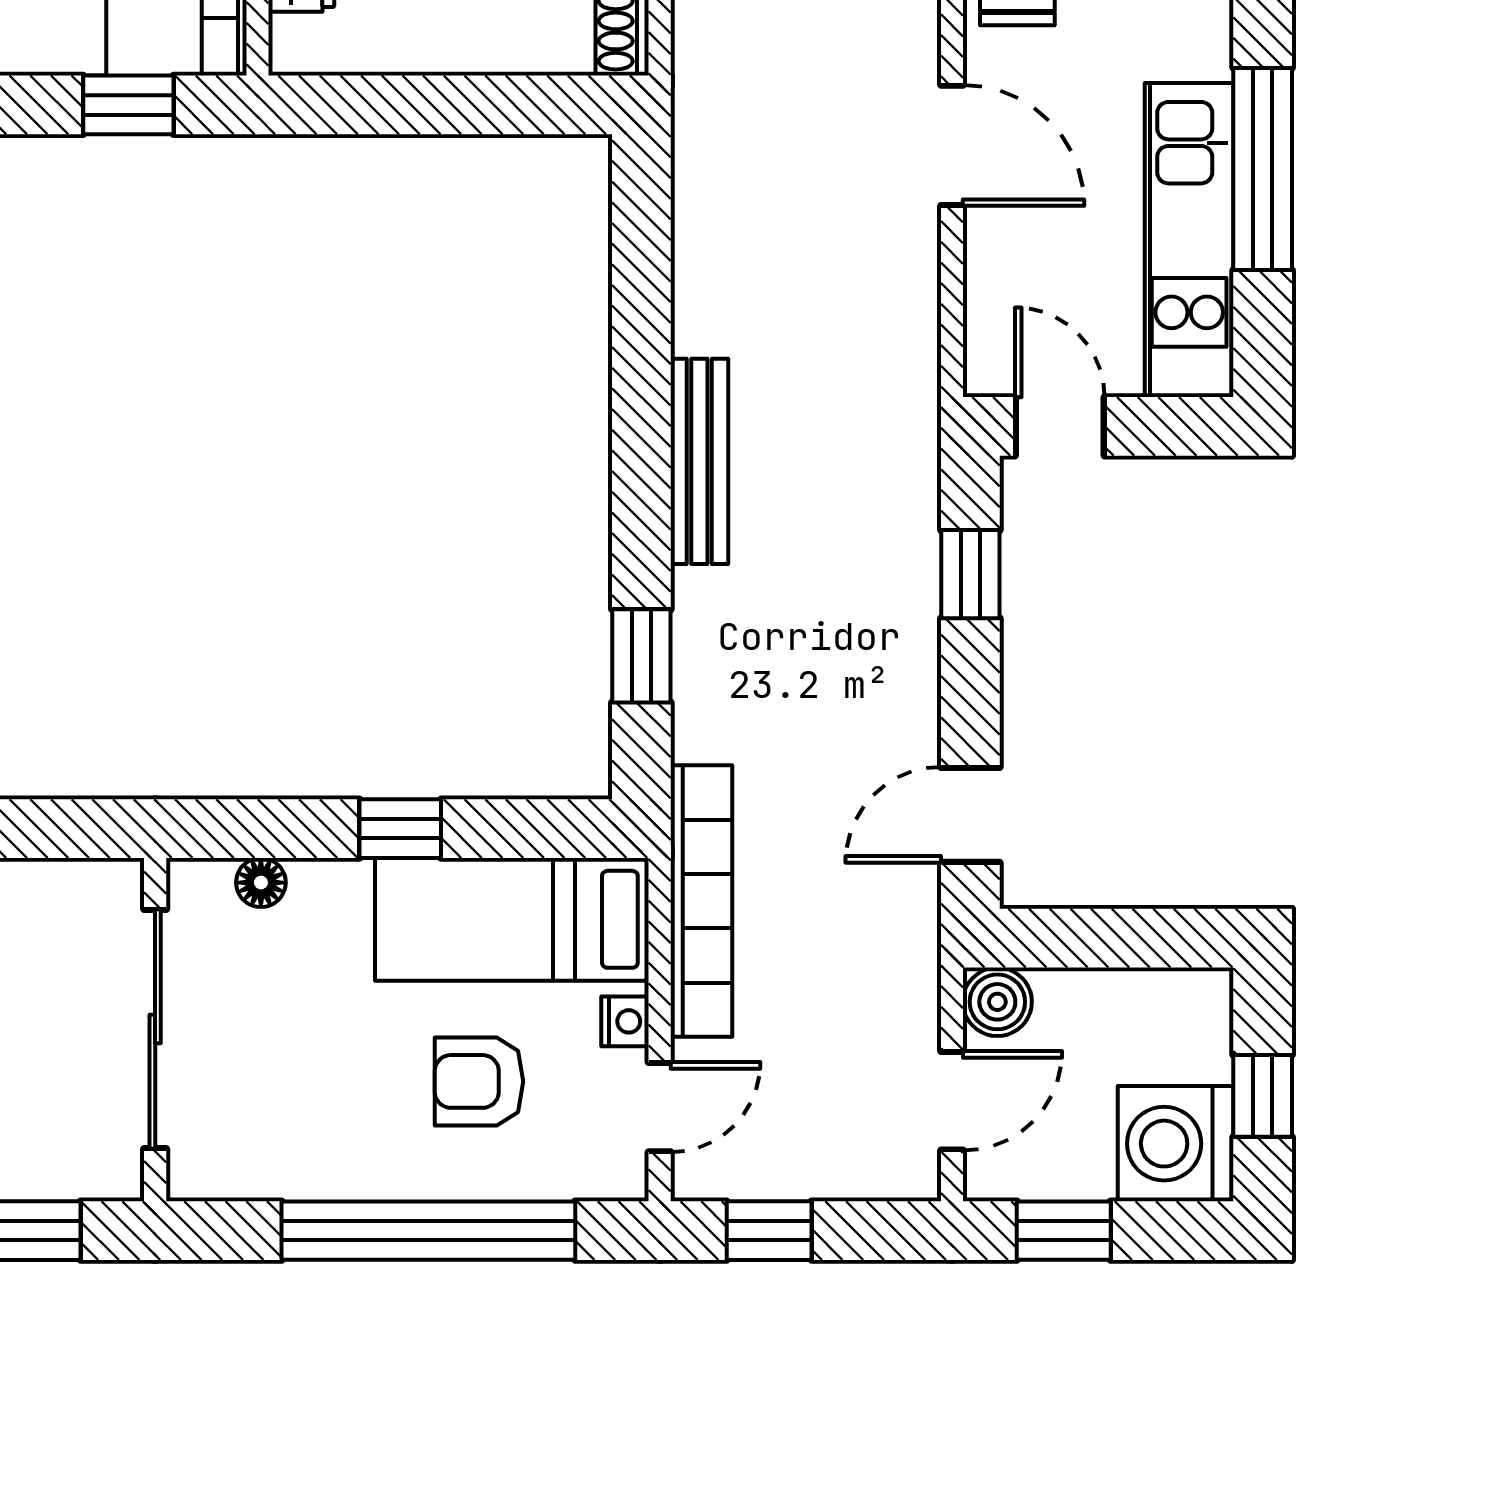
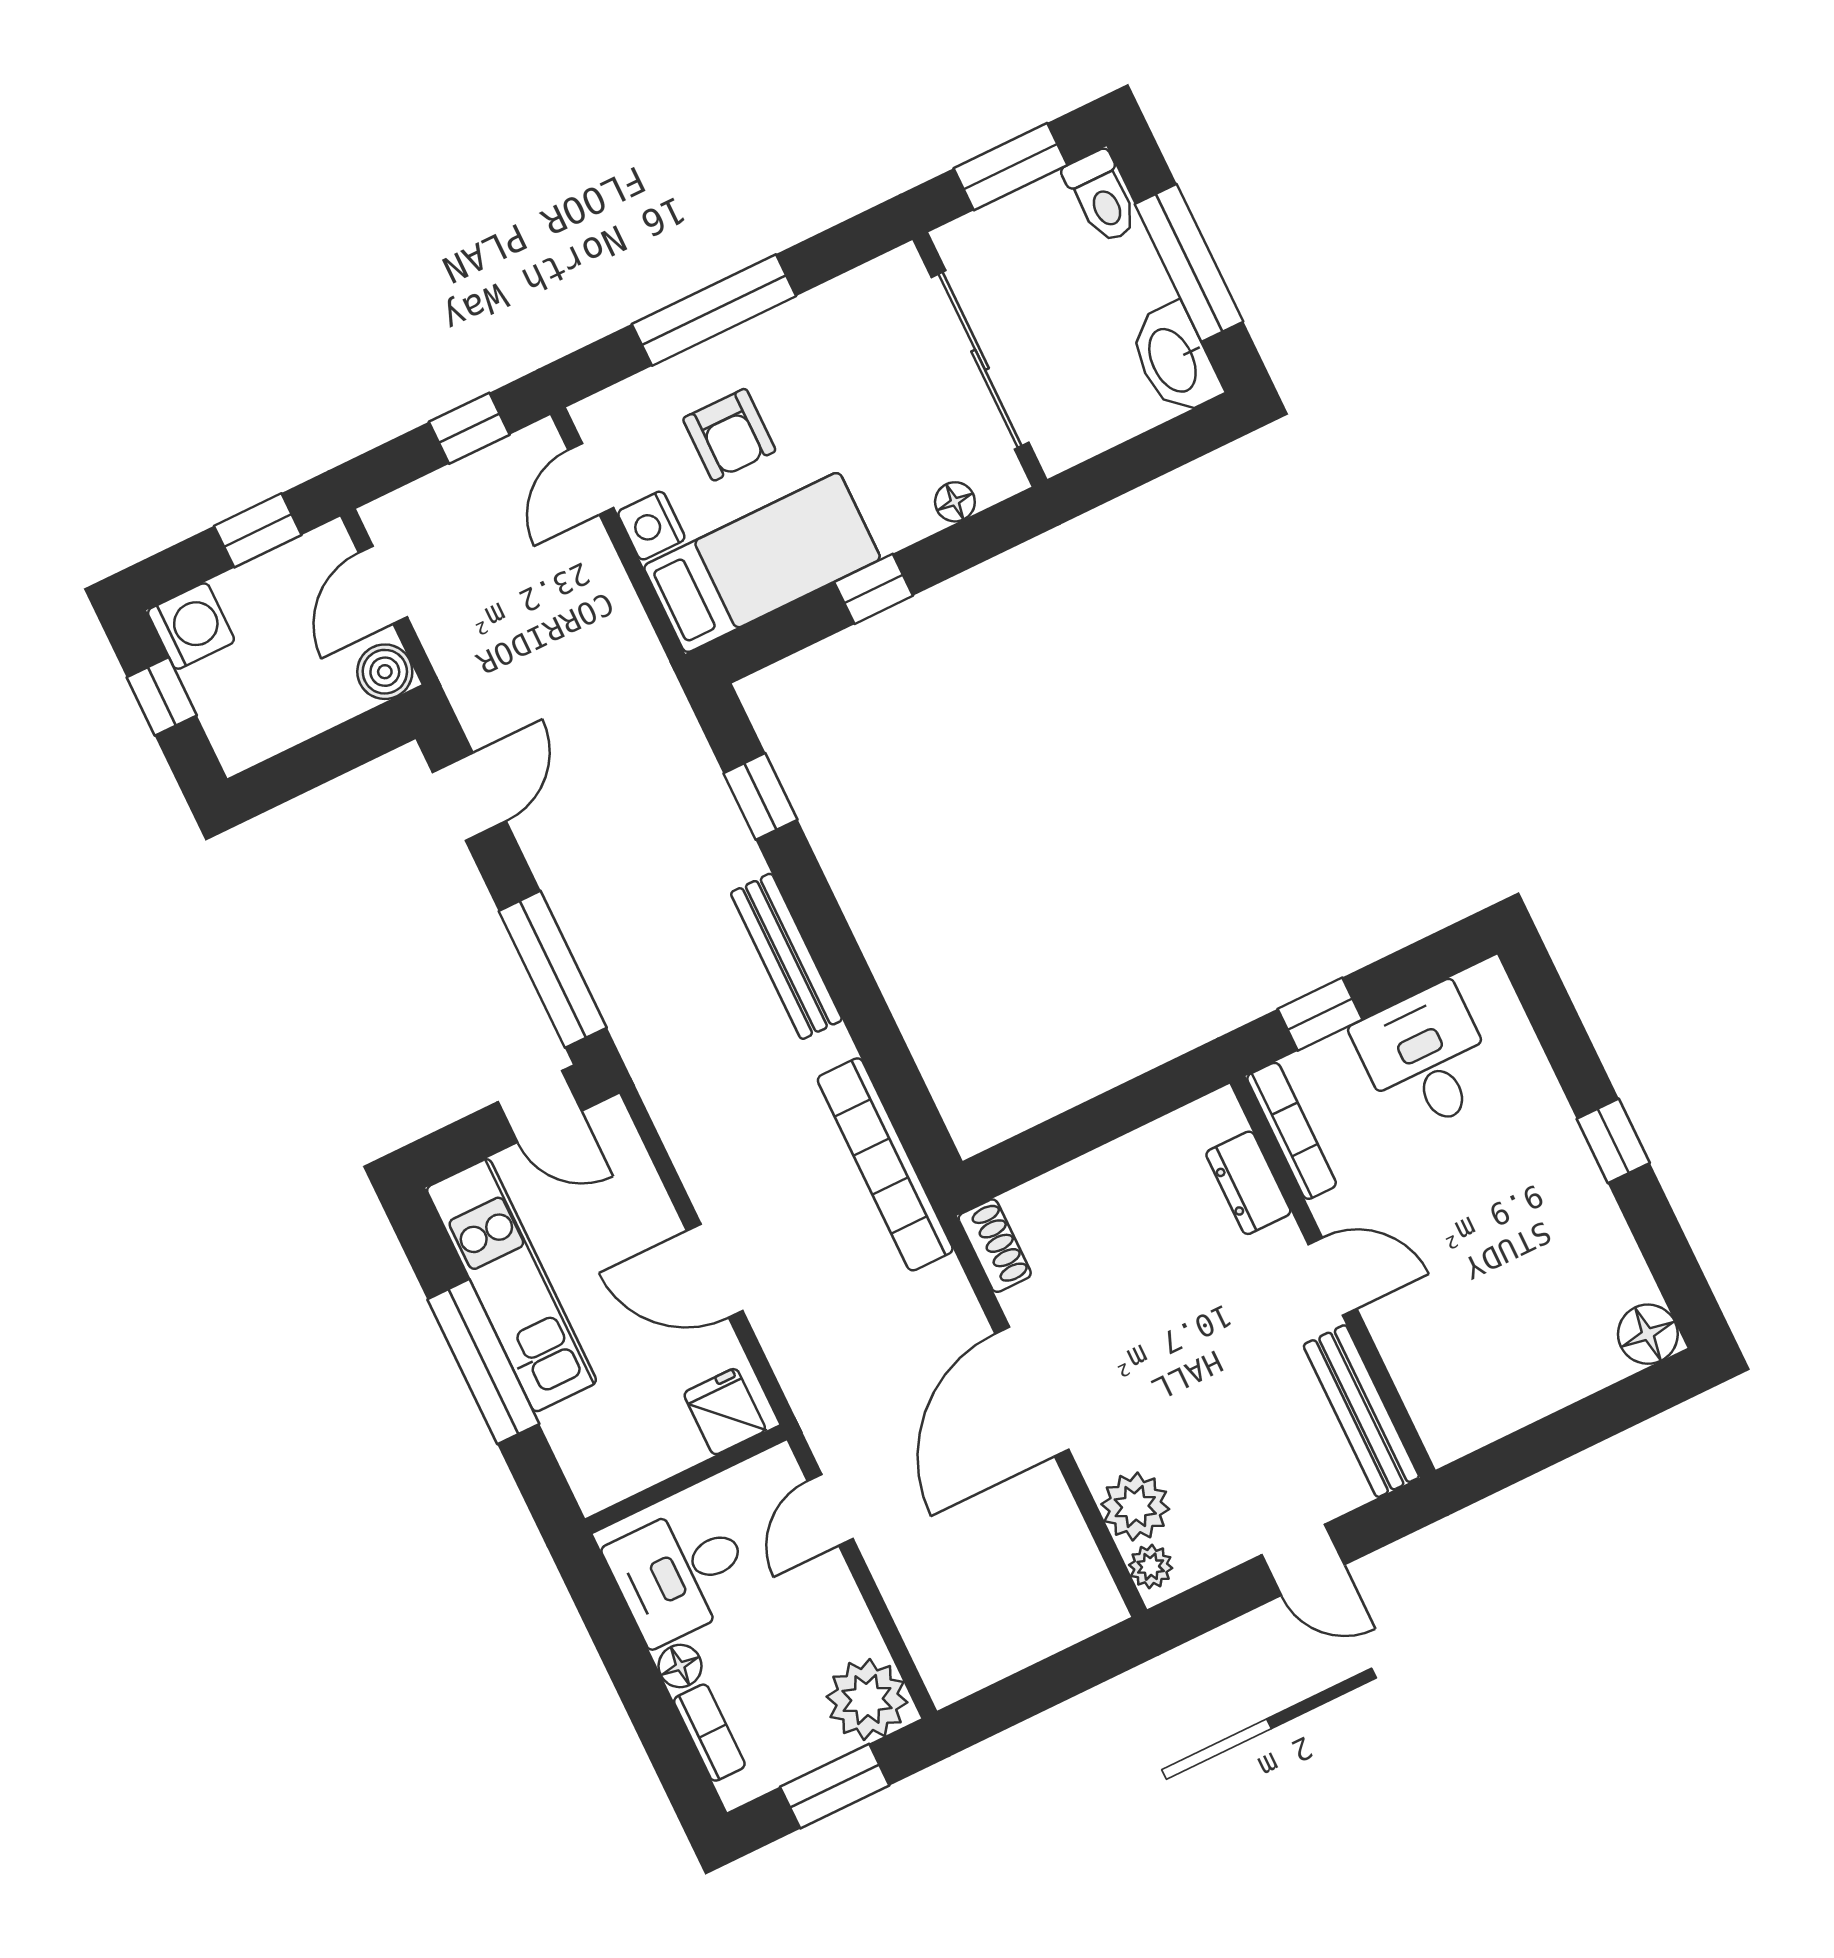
window: (970, 574) -> (553, 969), width x2.17
bookcase: (701, 901) -> (885, 1164), moved
nightstand: (625, 1021) -> (651, 526), width x1.39, depth x1.35
armchair: (479, 1081) -> (729, 435), turned 90
washing machine: (1176, 1144) -> (191, 626), width x0.73, depth x0.73
window: (428, 1231) -> (714, 310), width x0.68

